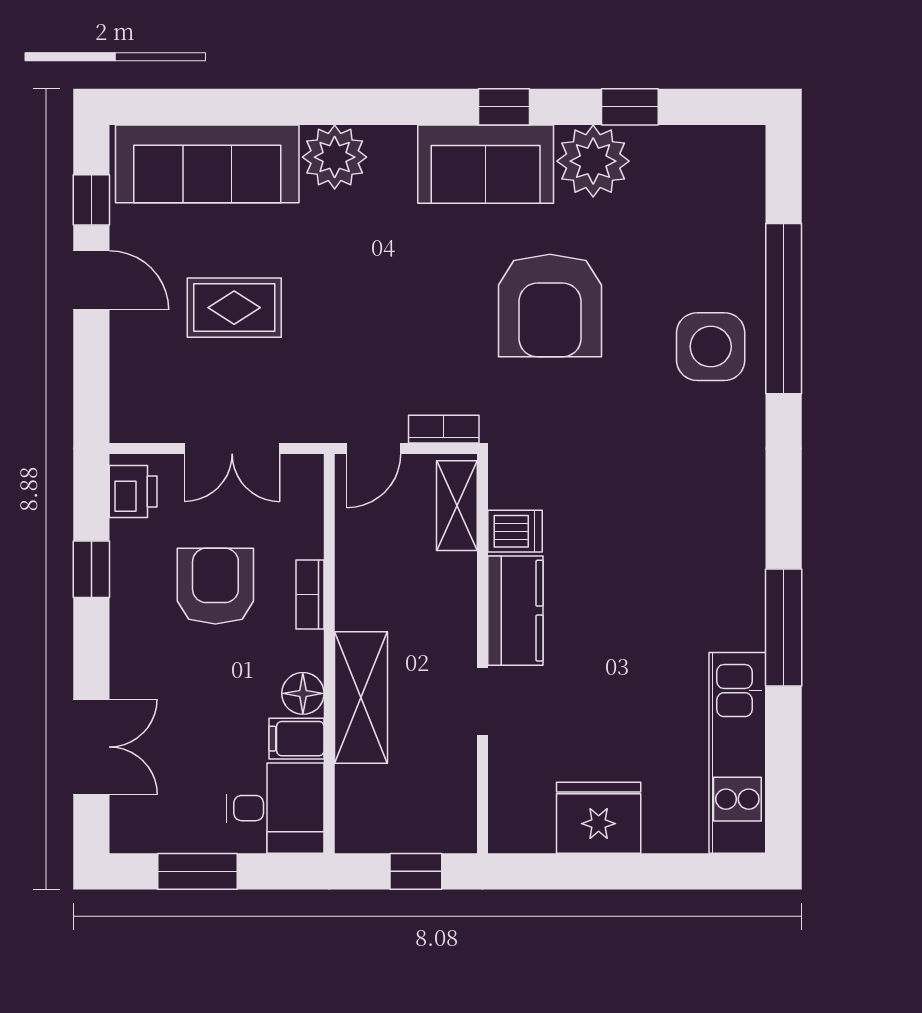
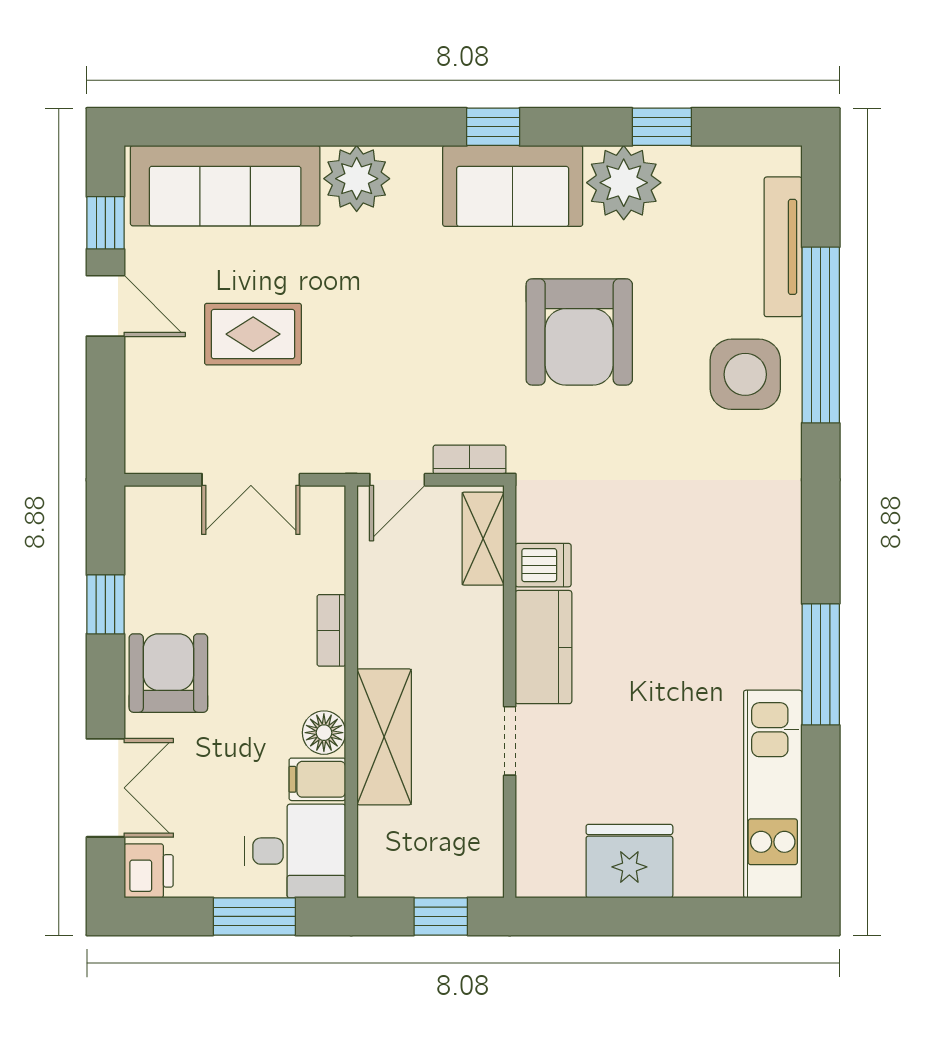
window: (504, 107) -> (493, 127), moved
tv unit: (747, 223) -> (783, 247), added
printer: (133, 491) -> (149, 871), moved
armchair: (215, 586) -> (168, 673), moved
window: (198, 871) -> (254, 916), moved

